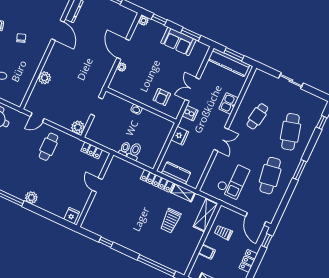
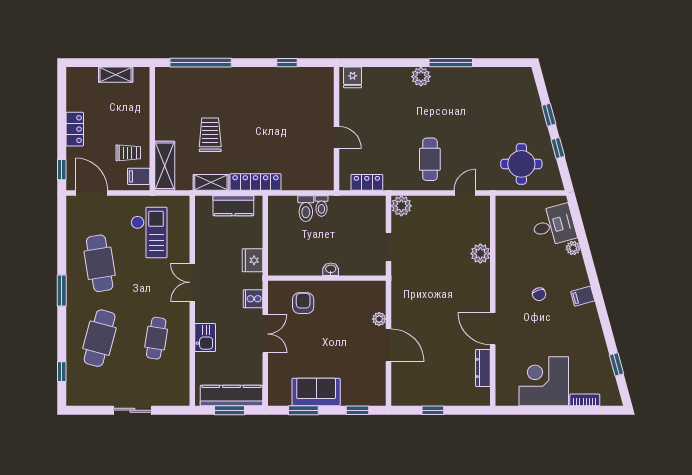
plant: (144, 21) -> (379, 399), removed
cafe table: (291, 132) -> (100, 338), turned 30
checkout: (233, 180) -> (149, 233), turned 180
filing cabinet: (207, 252) -> (139, 176), moved

